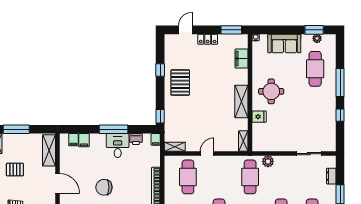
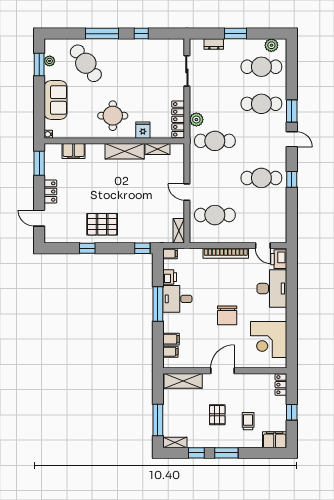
cafe table: (315, 69) -> (86, 63), turned 54
shelving: (243, 141) -> (158, 149), moved
locker: (268, 146) -> (178, 119), added
pallet: (15, 170) -> (217, 415), moved

